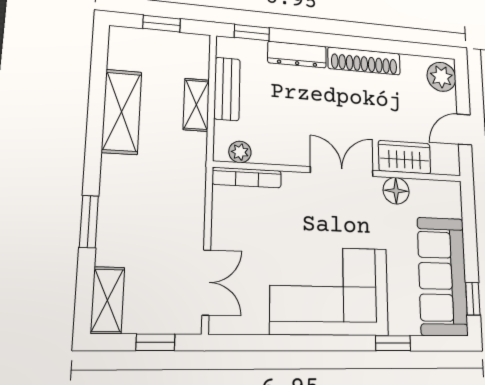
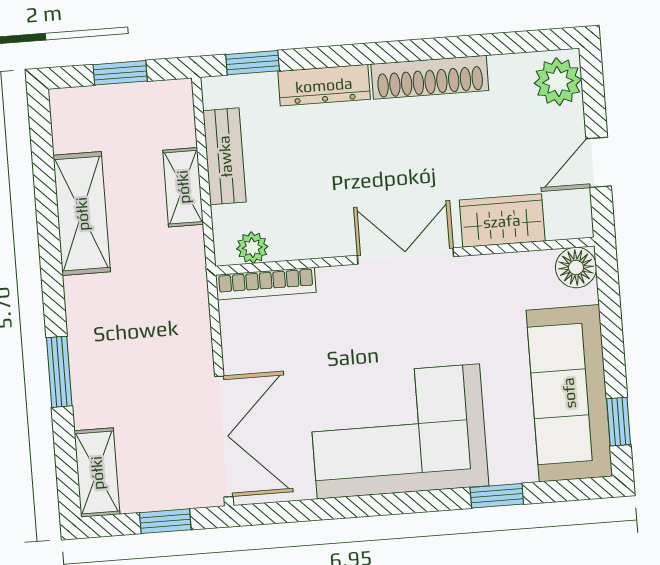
floor lamp: (396, 191) -> (576, 267), moved
double door: (206, 282) -> (224, 437), width x1.37

